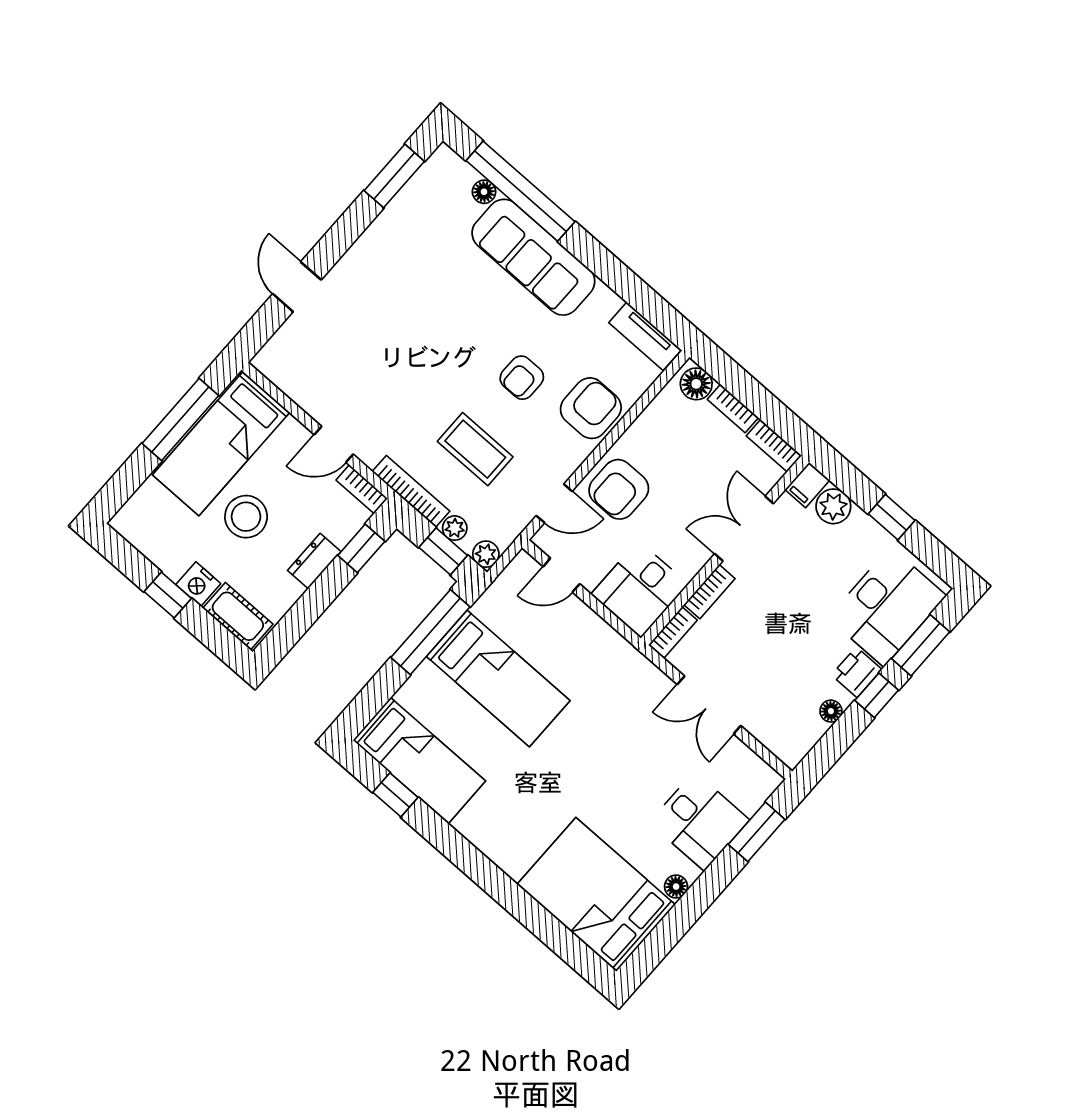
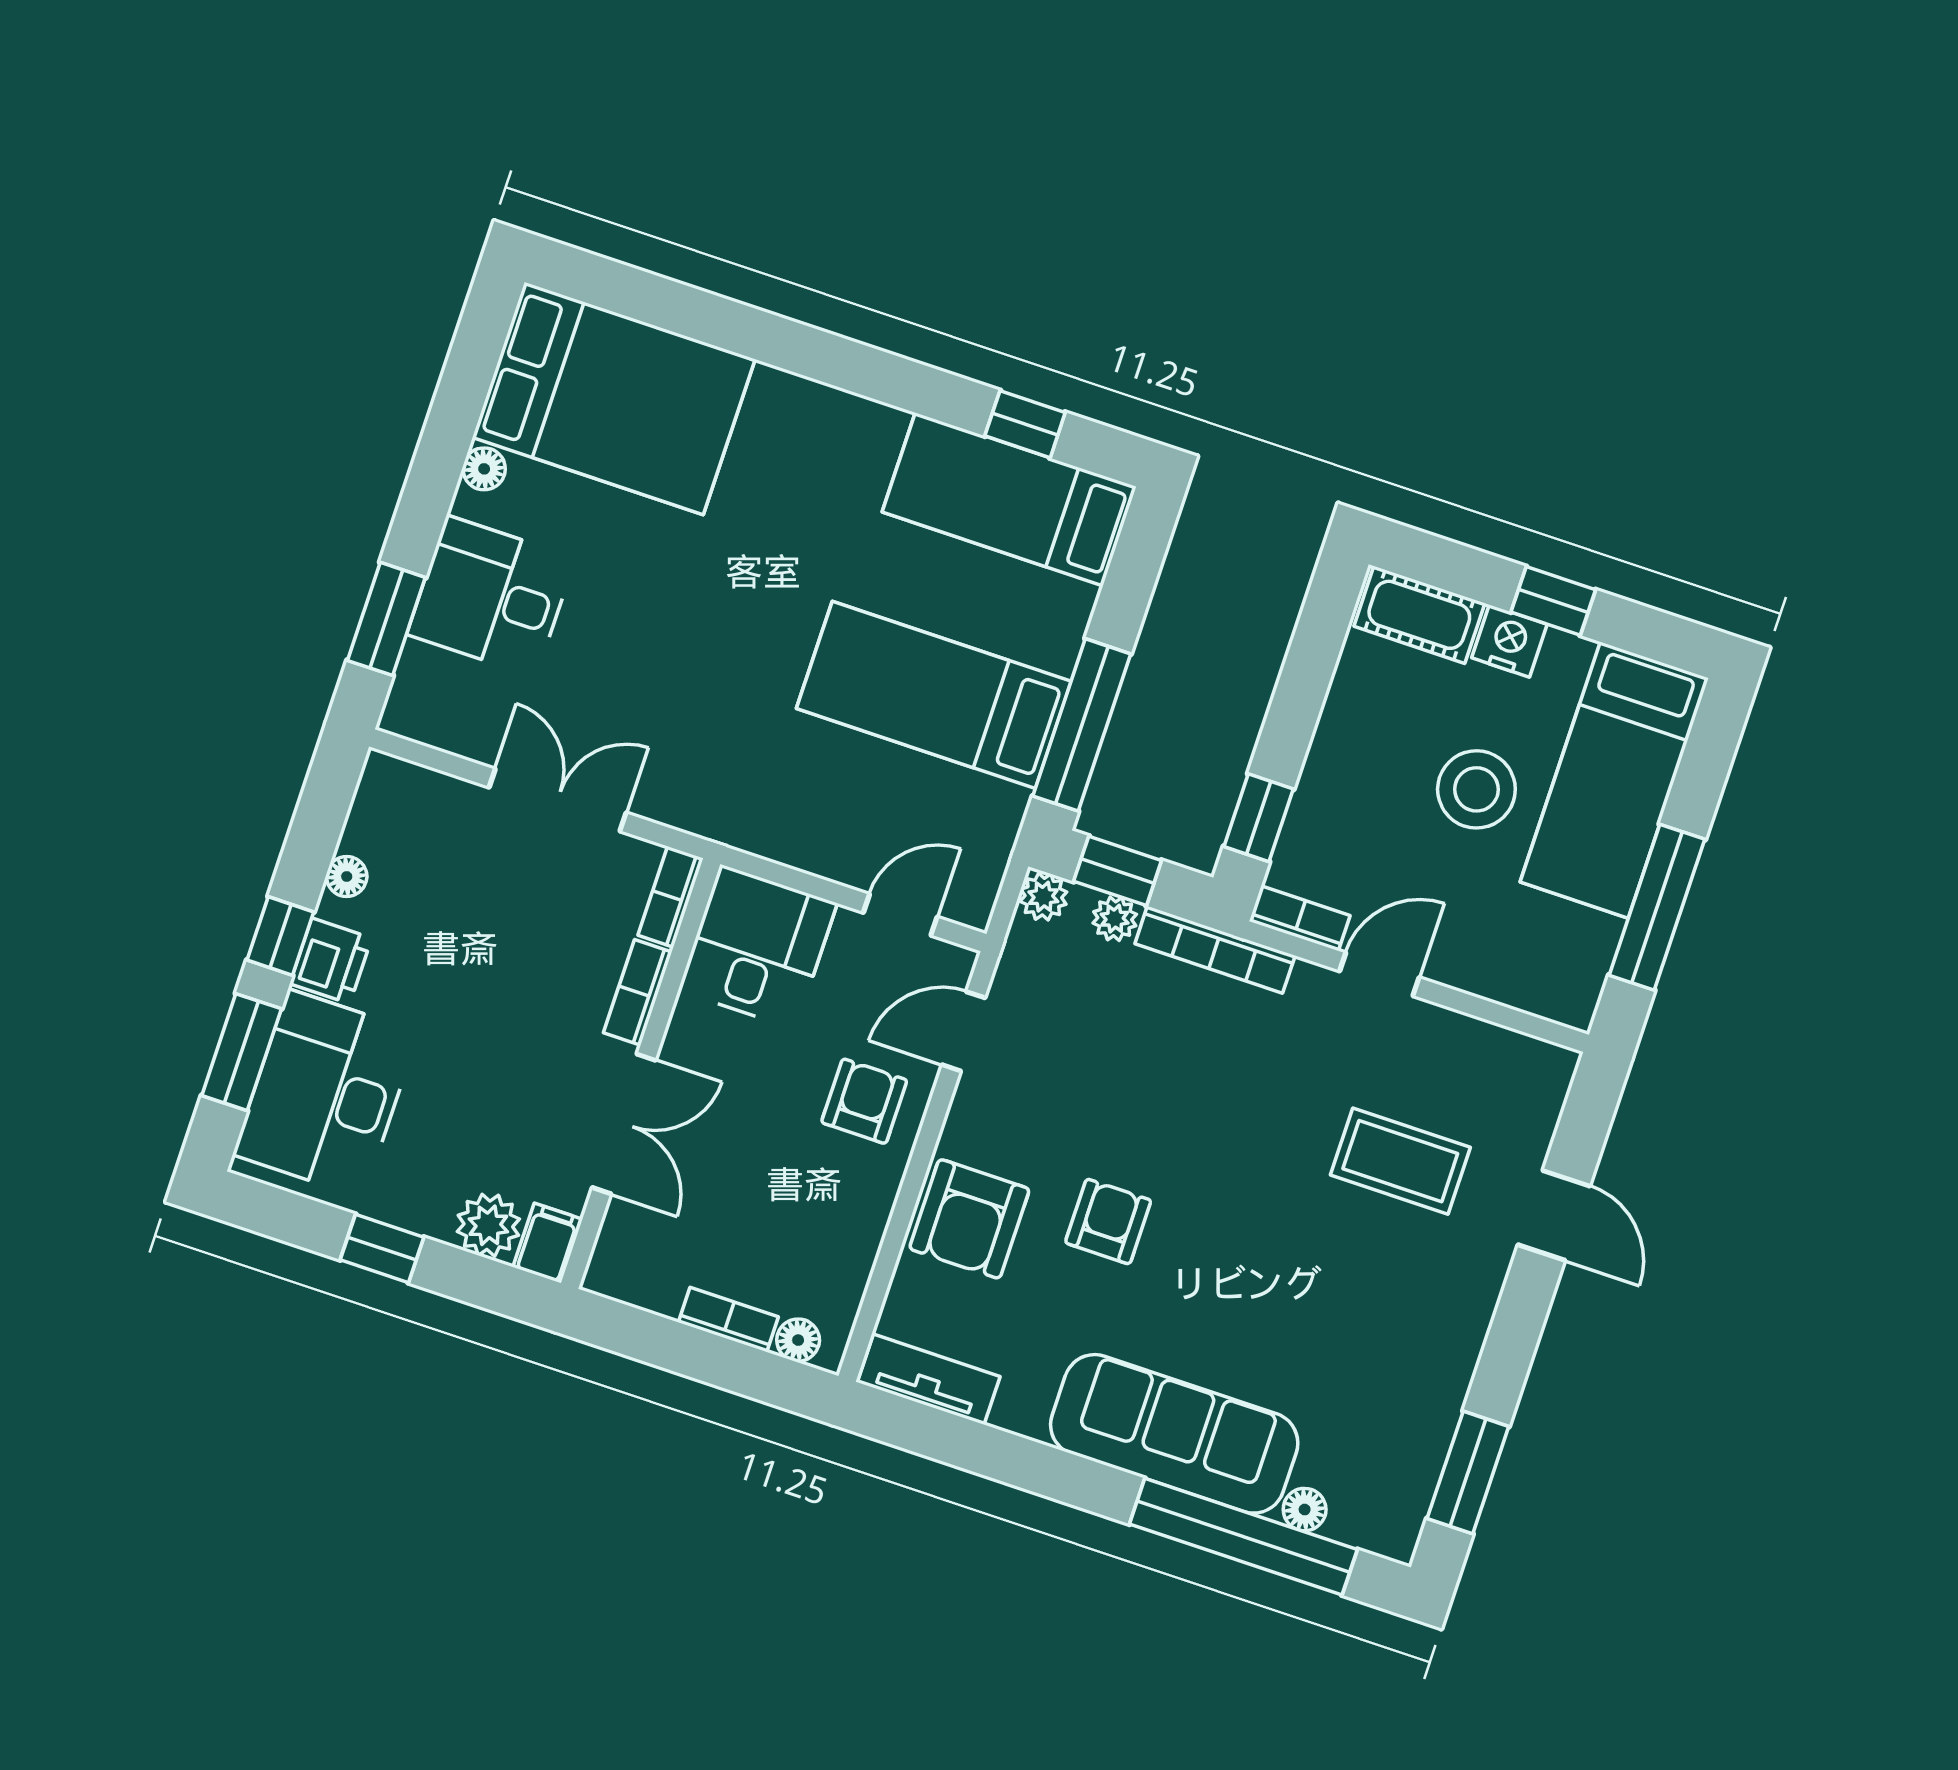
floor lamp: (696, 384) -> (798, 1340), width x0.73, depth x0.73
bed: (221, 444) -> (1614, 780), moved, turned 180
bookcase: (774, 446) -> (632, 1286), removed
coffee table: (475, 449) -> (1400, 1161), moved
armchair: (619, 489) -> (864, 1101), width x0.72, depth x0.72
dresser: (314, 561) -> (1329, 763), removed

